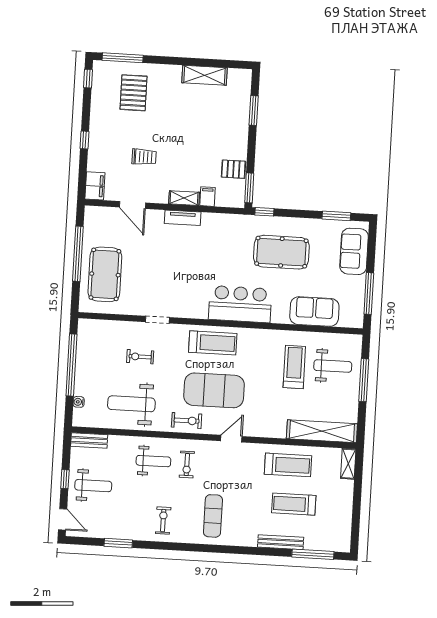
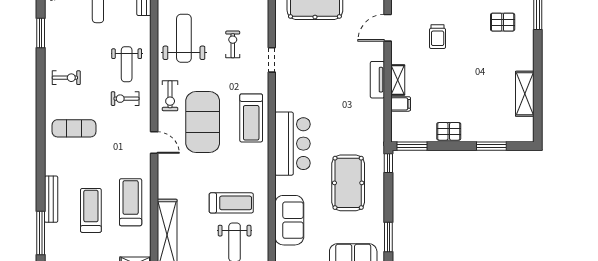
pallet: (134, 93) -> (503, 22), width x0.67, depth x0.71
pallet: (233, 169) -> (449, 131), moved, turned 90
treadmill: (288, 465) -> (131, 202), turned 180

